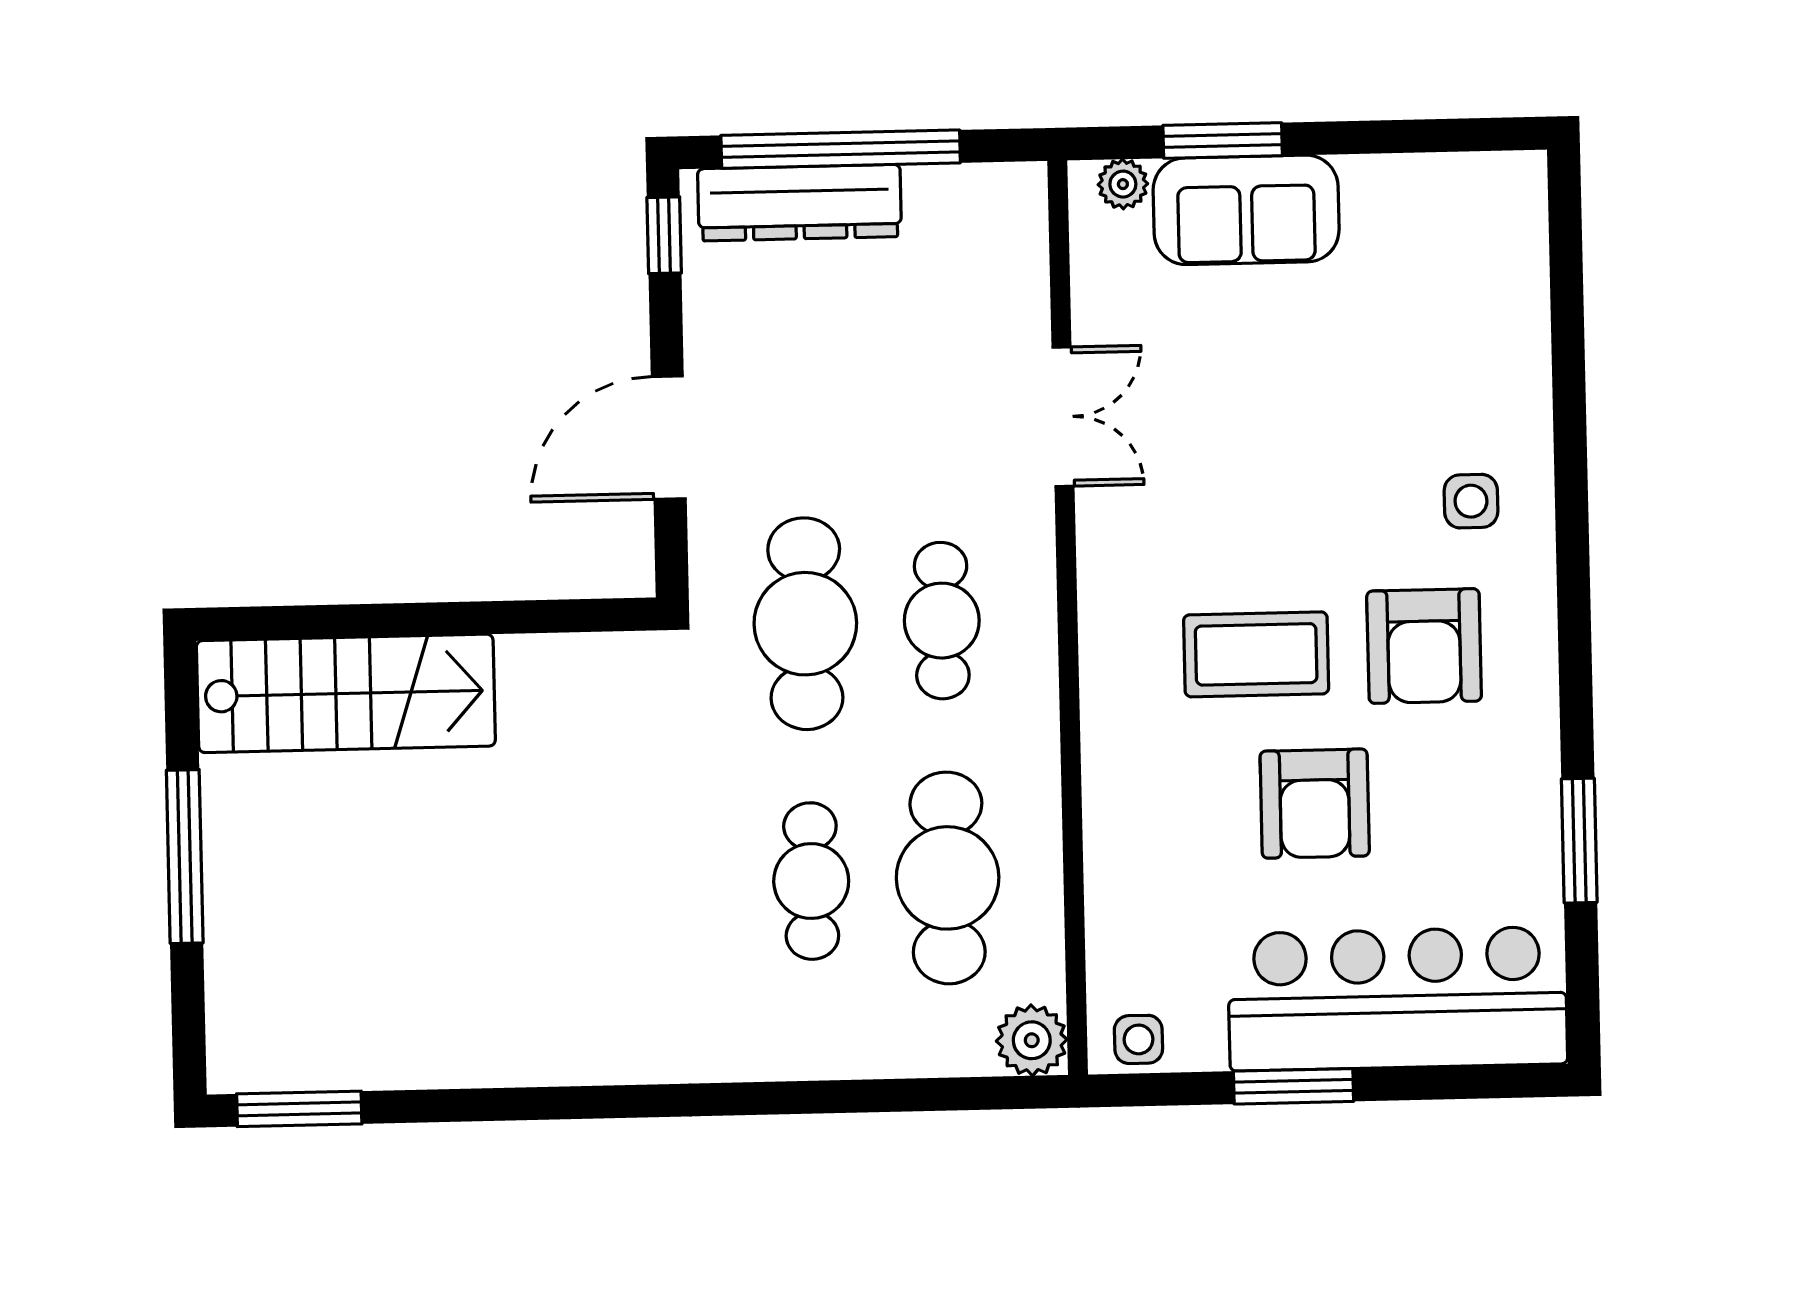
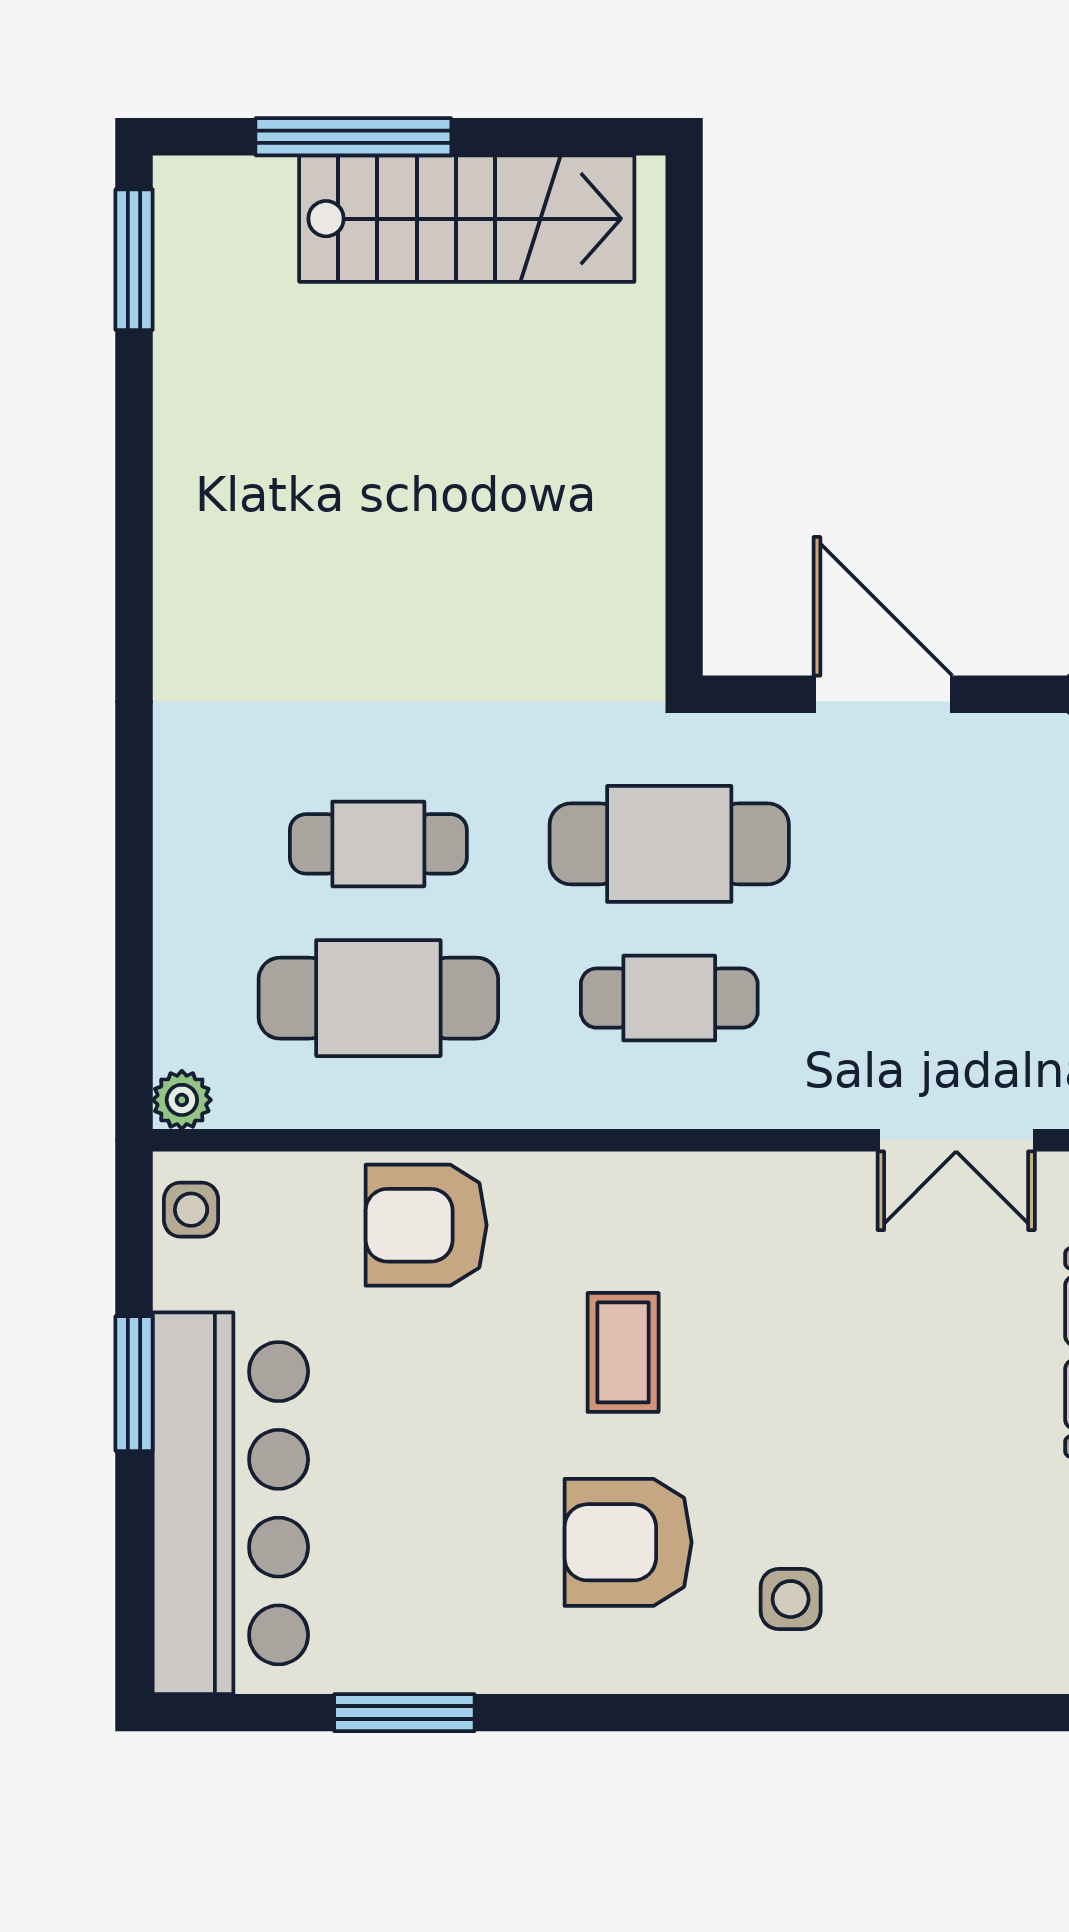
double door: (1063, 417) -> (956, 1140), moved
coffee table: (1256, 654) -> (623, 1352), width x0.73, depth x0.77
stairs: (346, 693) -> (467, 219), moved, turned -90
armchair: (1315, 804) -> (426, 1225), moved
window: (185, 857) -> (353, 137), moved
plant: (1032, 1040) -> (182, 1100), width x0.73, depth x0.73

